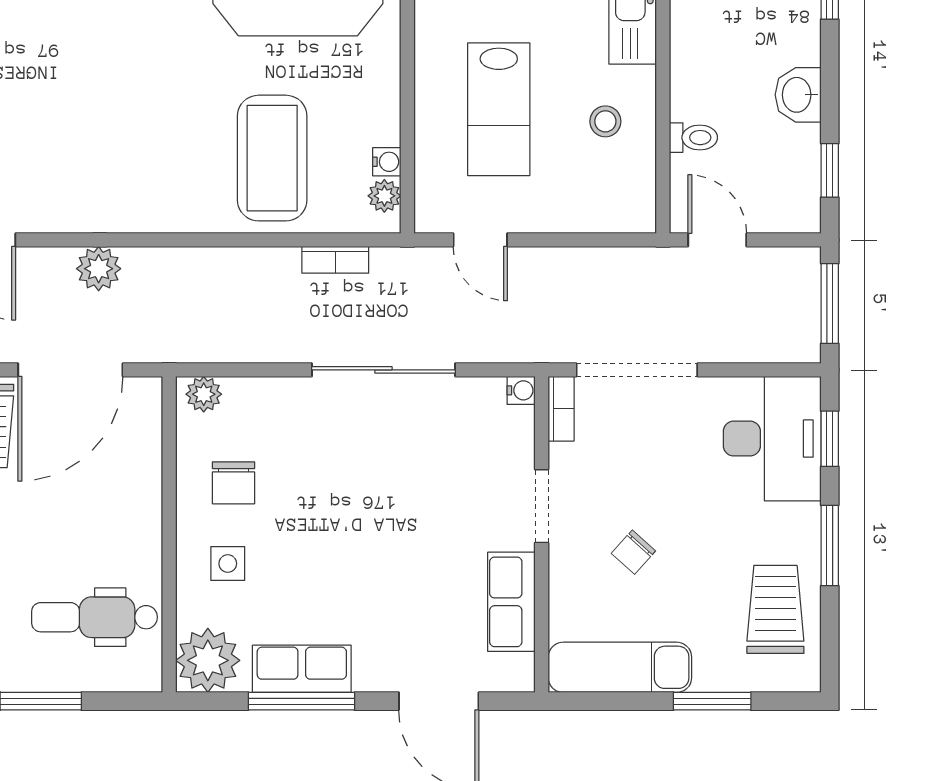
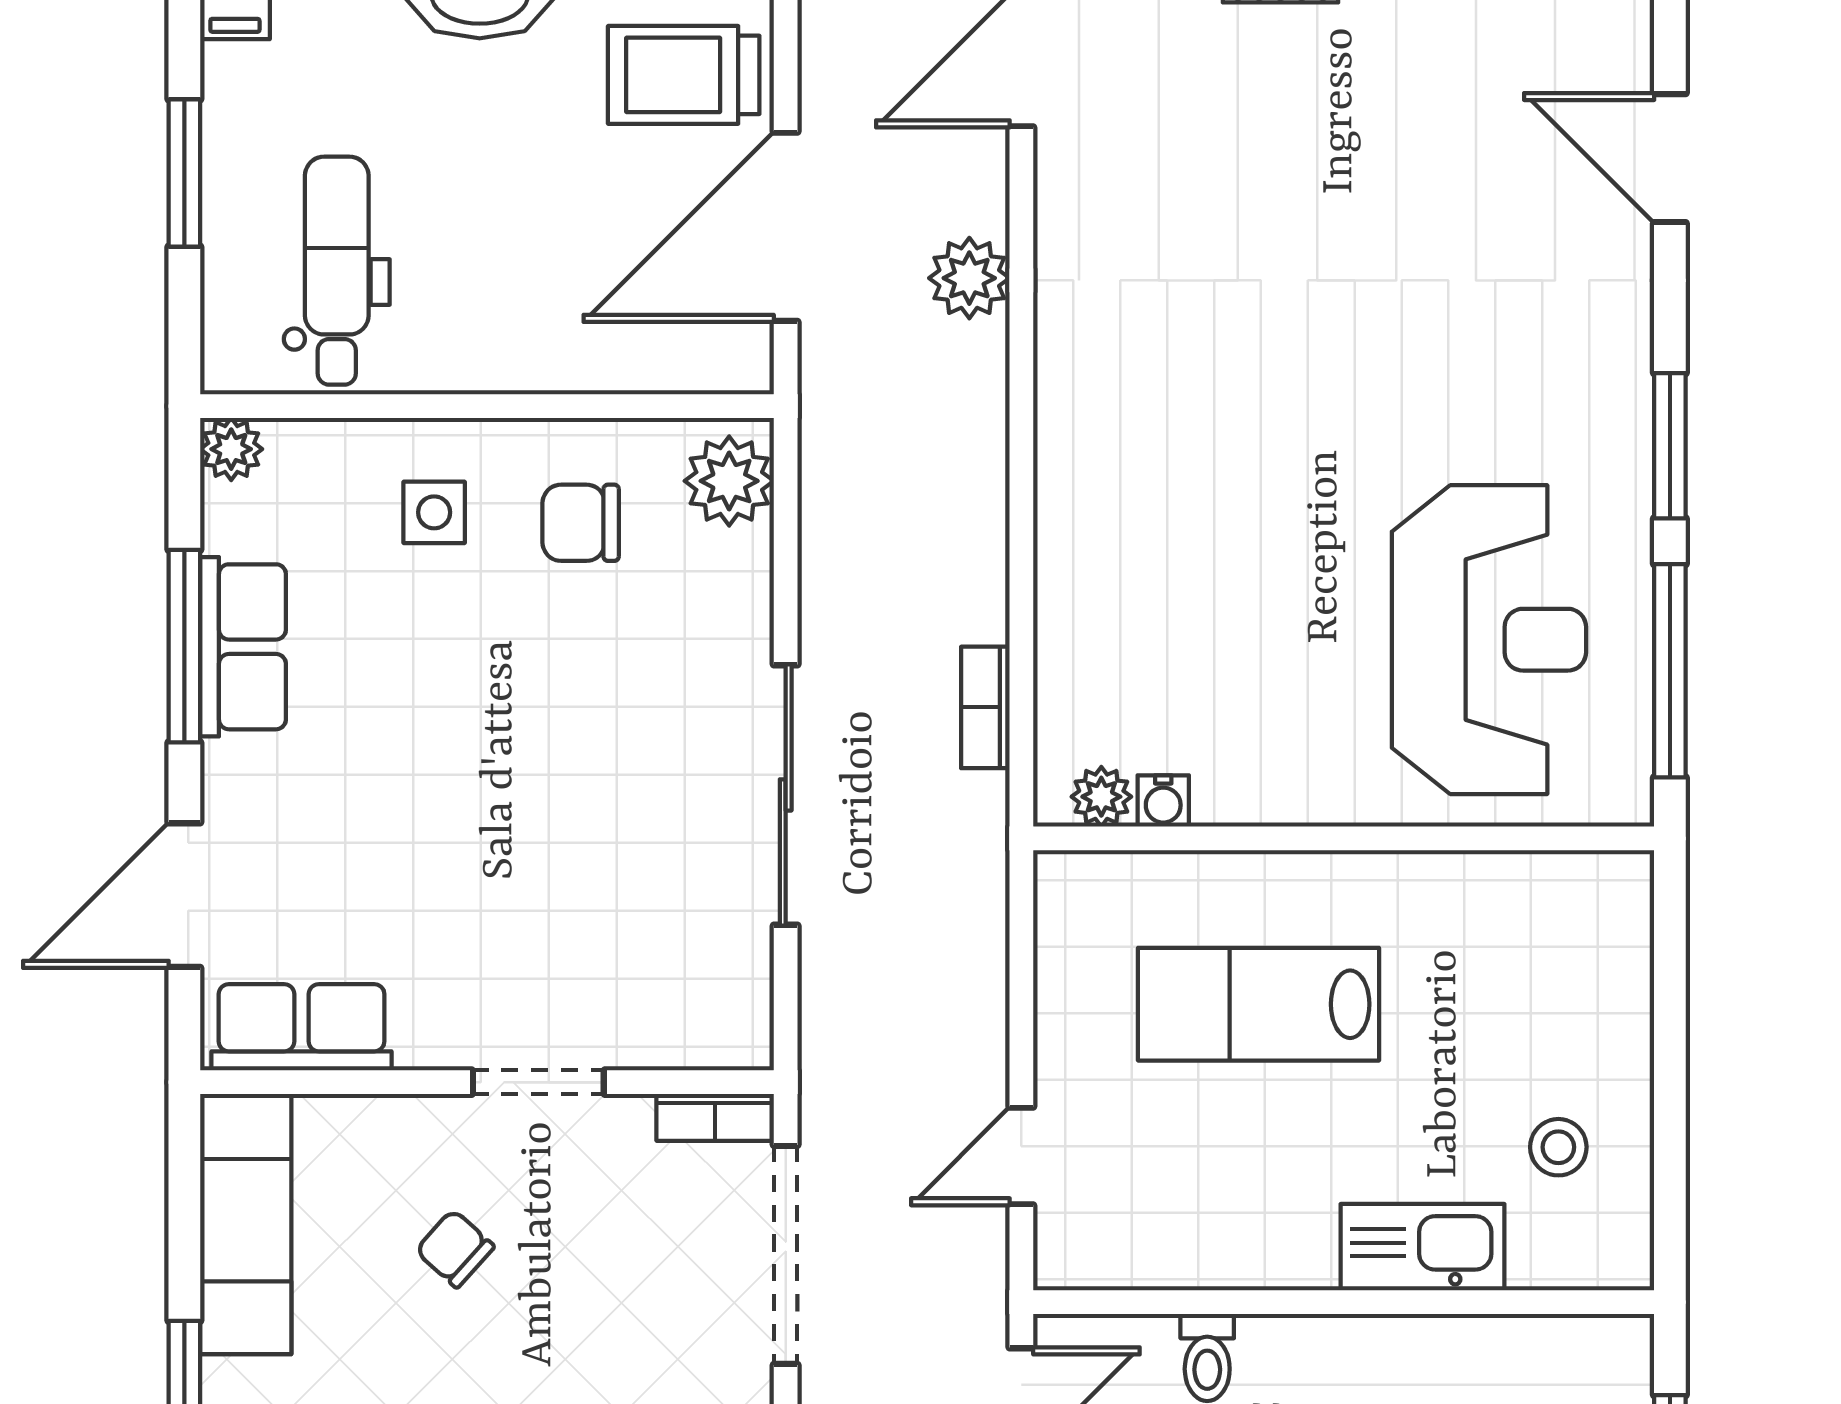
stool: (605, 121) -> (1237, 1198), removed
coffee table: (272, 158) -> (1170, 593), removed
door: (480, 240) -> (1021, 1156), moved
door: (70, 370) -> (786, 227), hinge flipped
water cooler: (521, 390) -> (748, 1045), removed
plant: (204, 394) -> (729, 481), width x1.38, depth x1.38
row of seats: (511, 602) -> (302, 1027), moved
plant: (208, 660) -> (231, 449), width x0.53, depth x0.53

